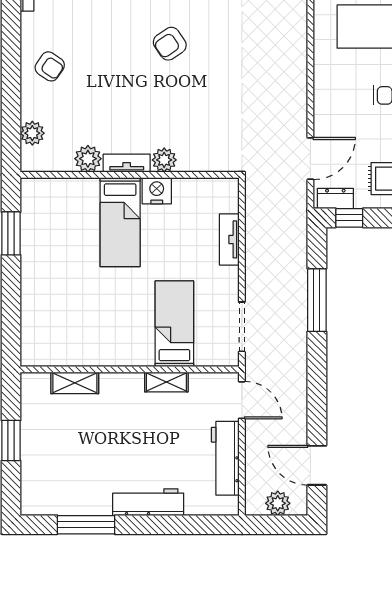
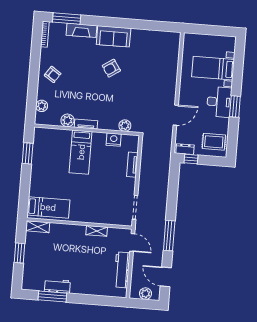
door: (310, 159) -> (176, 115), moved
plant: (164, 160) -> (125, 126), moved
nightstand: (157, 191) -> (114, 140), moved
window: (317, 300) -> (169, 236), moved
bed: (174, 324) -> (48, 207), moved, turned 90
shelving: (75, 383) -> (38, 227), moved
workbench: (148, 502) -> (57, 286), moved, width x0.73

